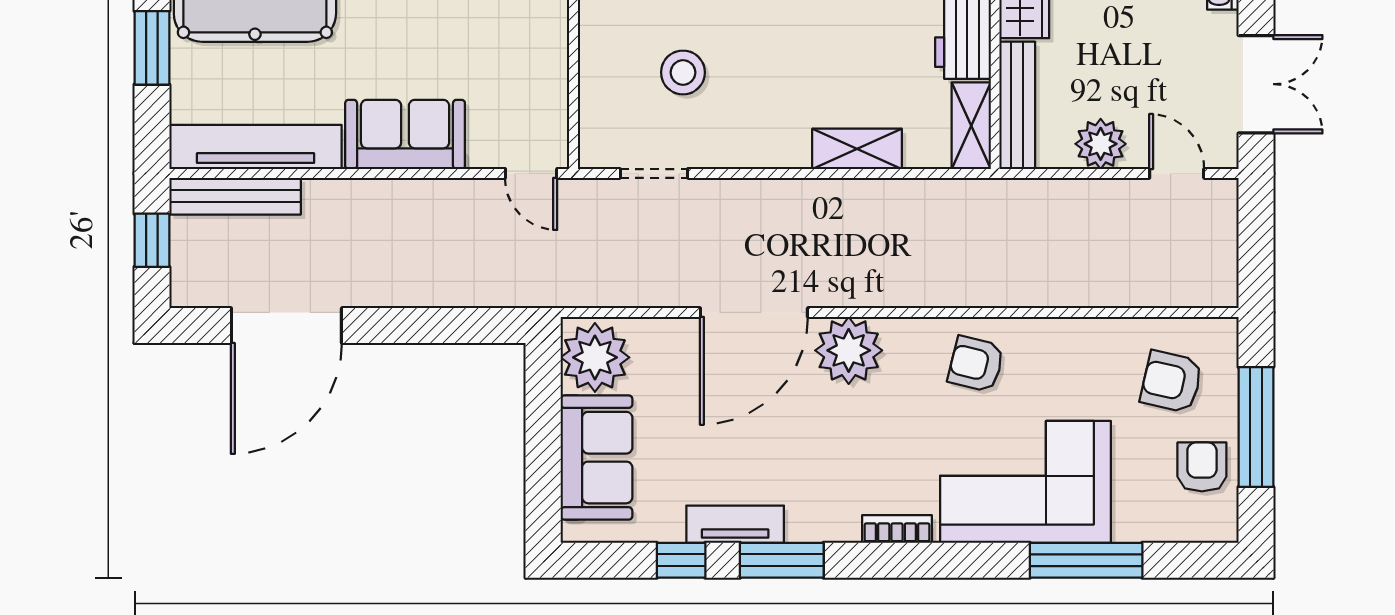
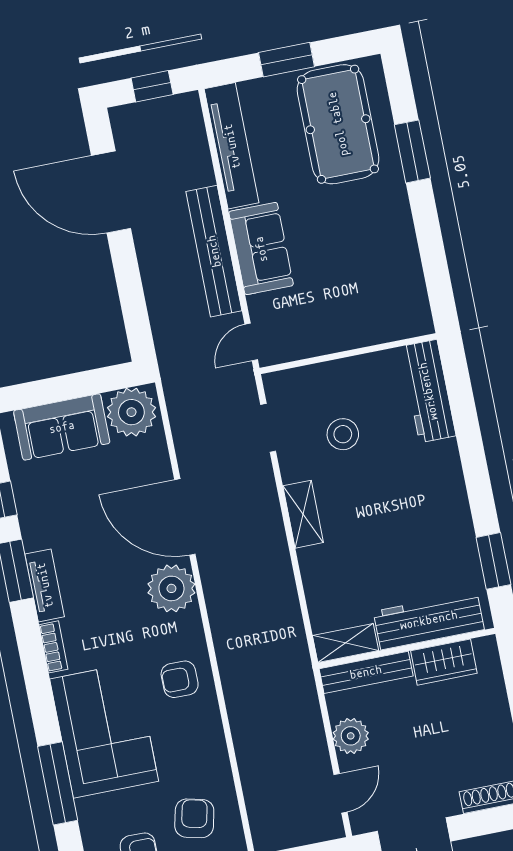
shelving: (857, 149) -> (303, 514), moved
bench: (235, 196) -> (214, 251), moved, width x1.37, depth x1.21
armchair: (976, 364) -> (180, 679), turned -104
tv unit: (735, 524) -> (45, 585), moved

